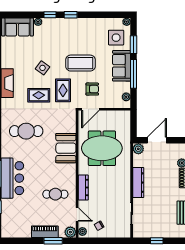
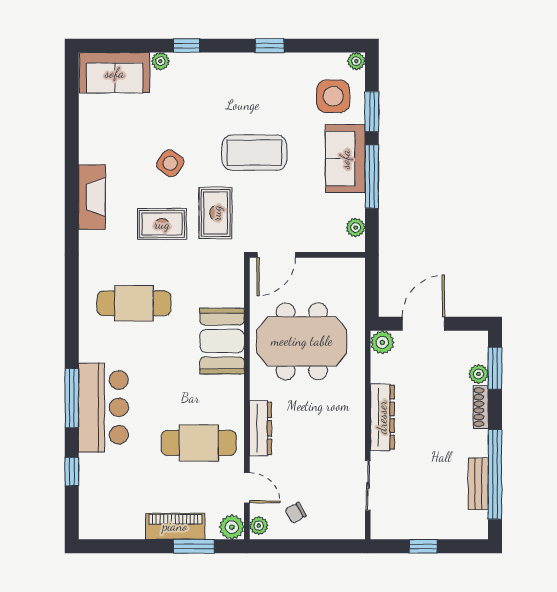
window: (71, 15) -> (270, 46), moved
armchair: (92, 89) -> (280, 210), removed
cafe table: (55, 194) -> (199, 443), width x1.37, depth x1.35

